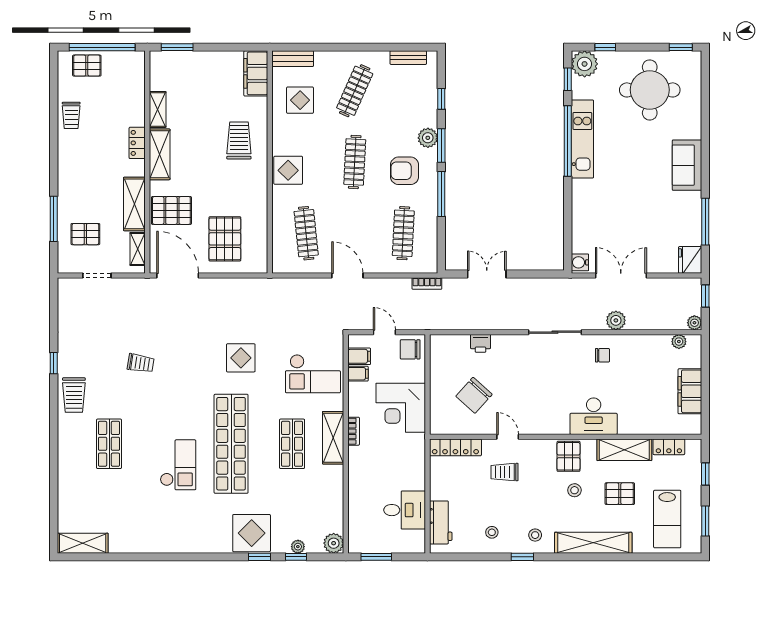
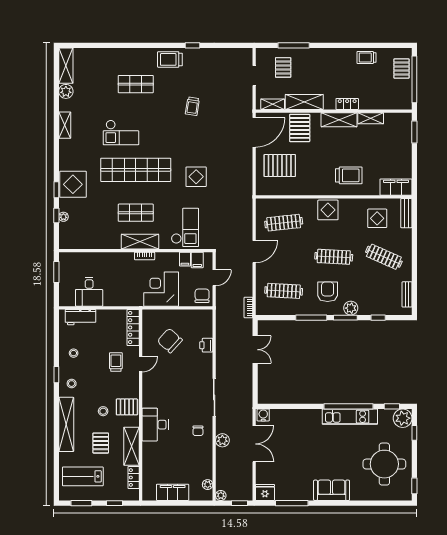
checkout: (313, 374) -> (185, 227), turned 180
plant: (334, 543) -> (66, 91), moved
shelving: (167, 545) -> (65, 125), added

